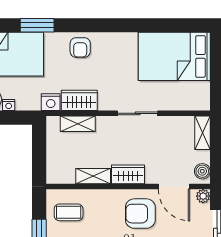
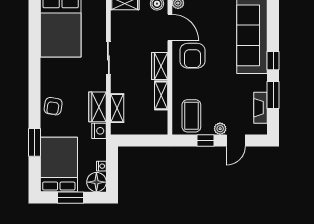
armchair: (80, 47) -> (53, 106), turned 100
door: (174, 187) -> (170, 27), hinge flipped
coffee table: (69, 212) -> (191, 116), width x1.36, depth x1.30

